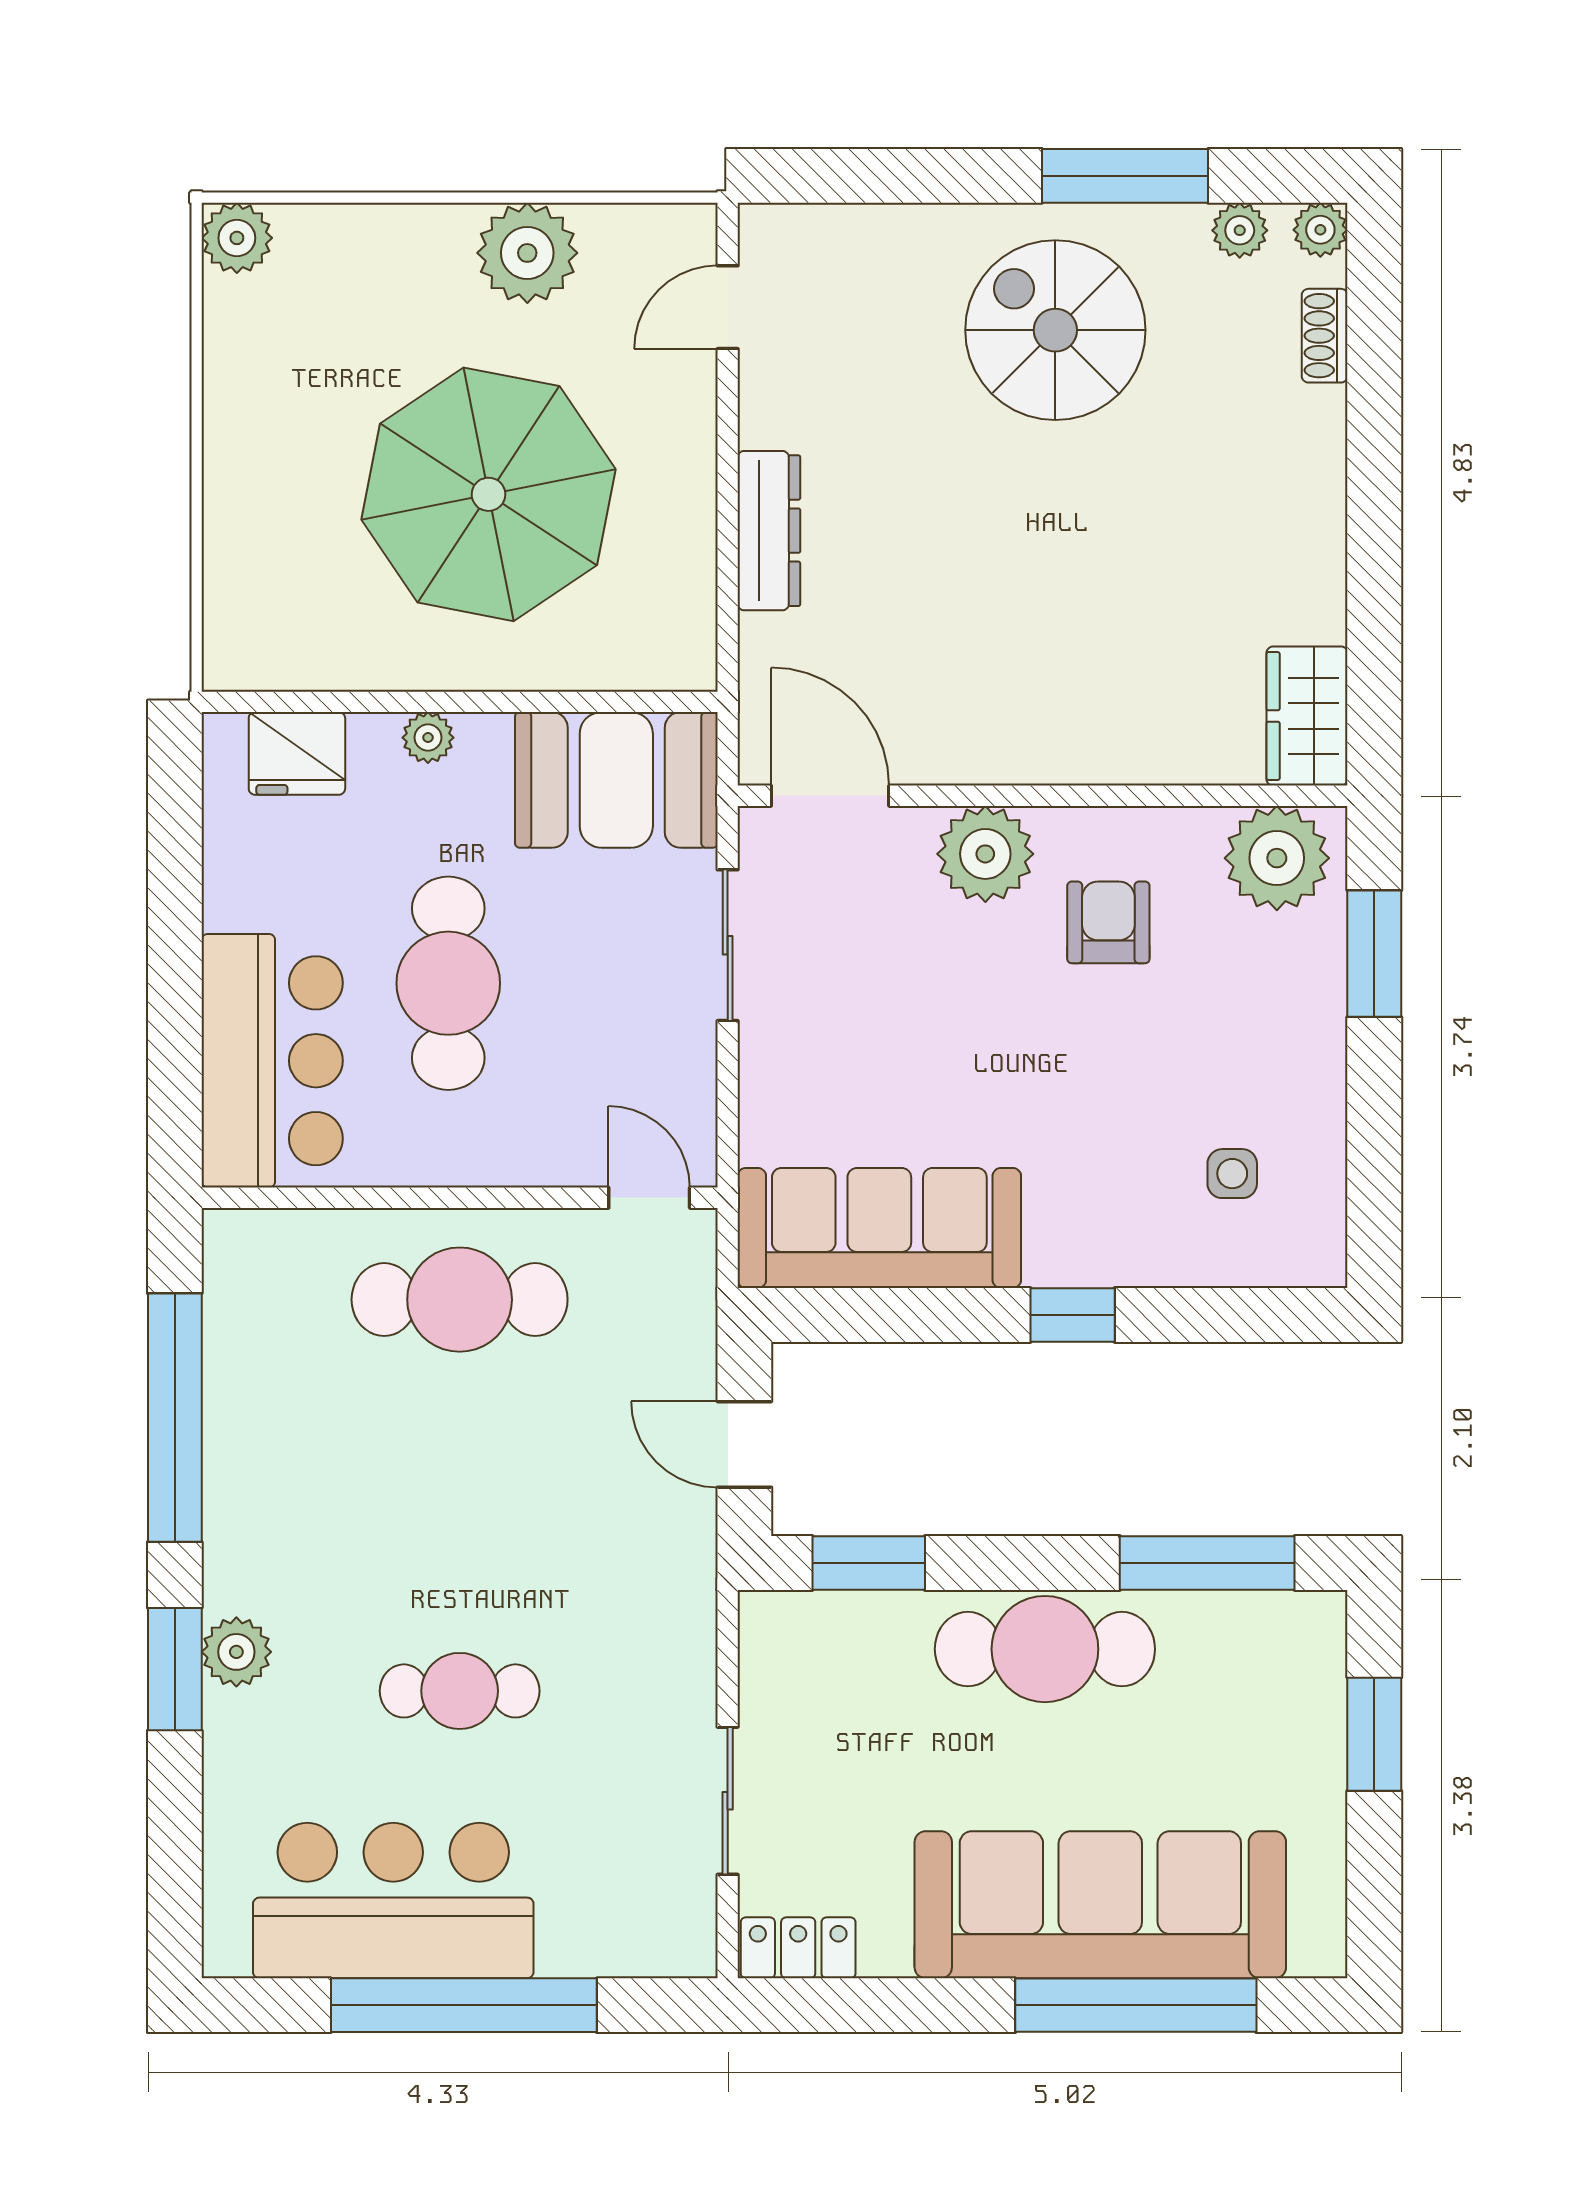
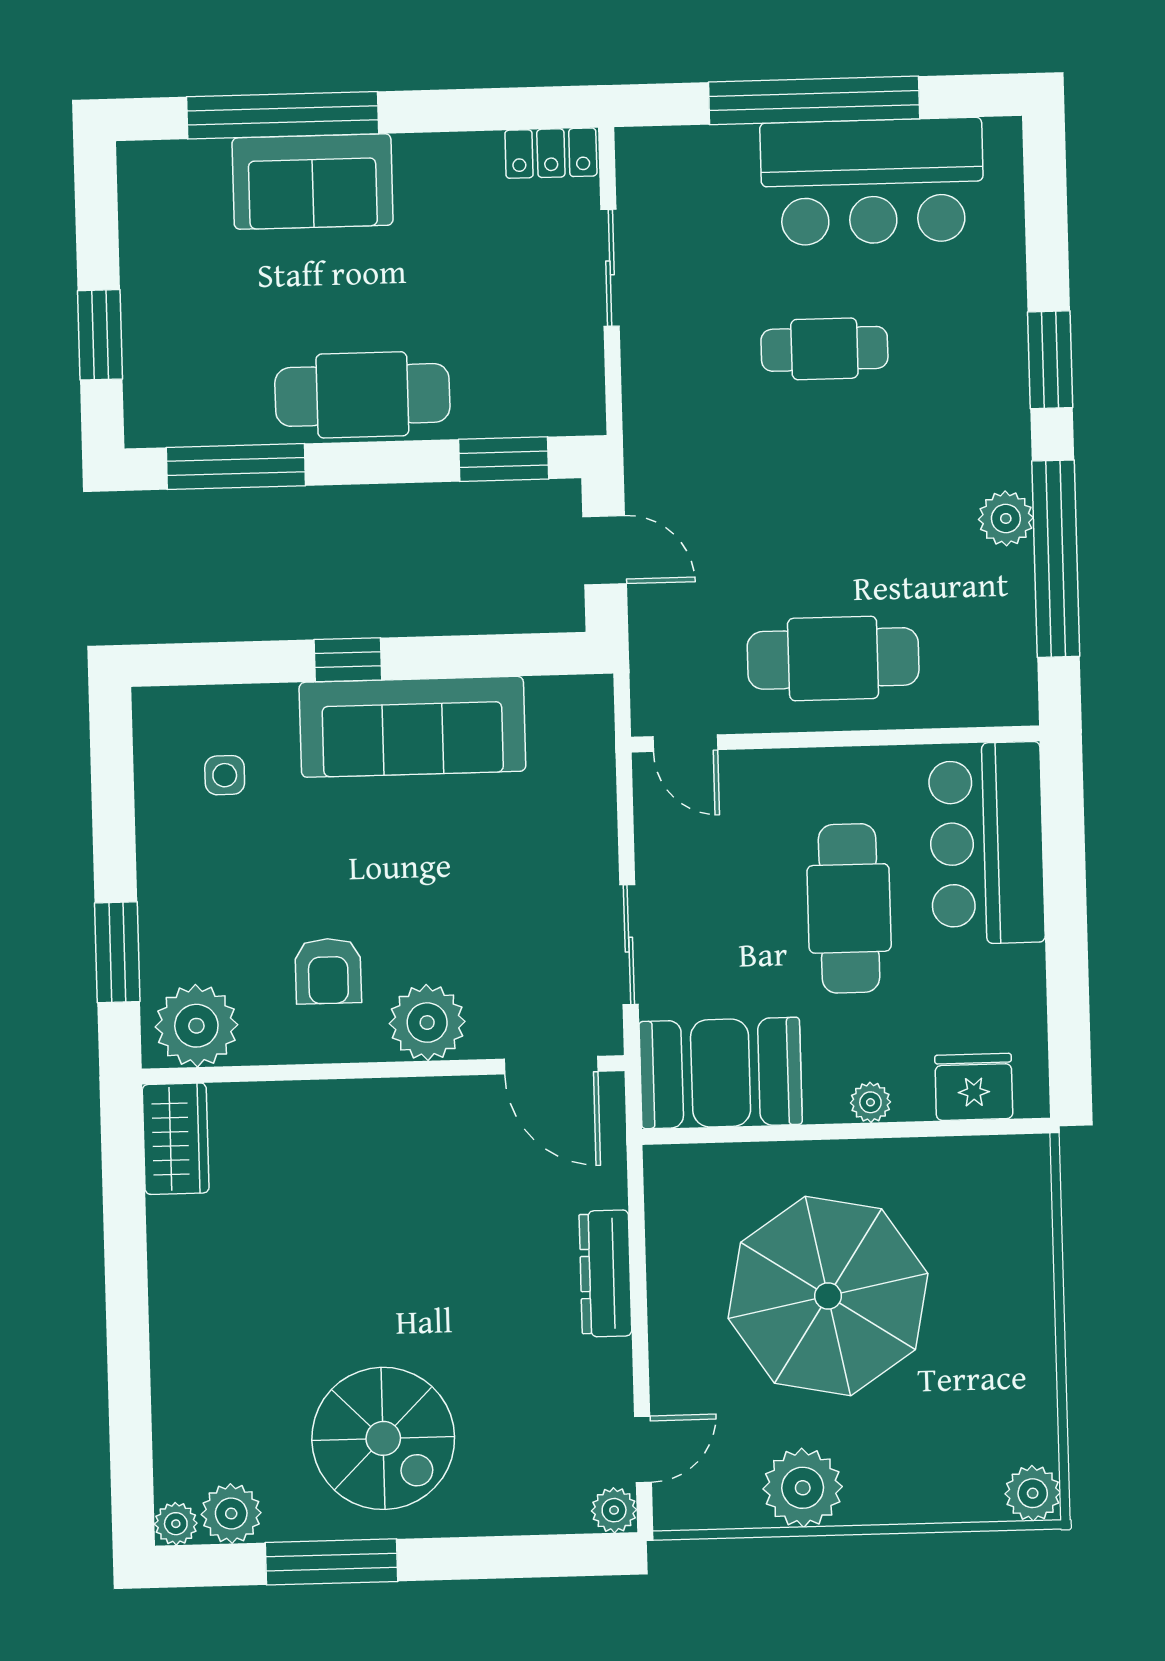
plant: (1240, 230) -> (231, 1514), width x1.38, depth x1.38
plant: (766, 231) -> (614, 1510), added
shoe rack: (1325, 336) -> (170, 1440), removed
sofa: (879, 1228) -> (412, 727), moved
plant: (236, 1652) -> (1006, 518), moved
sofa: (1100, 1905) -> (313, 182), width x0.54, depth x0.79

